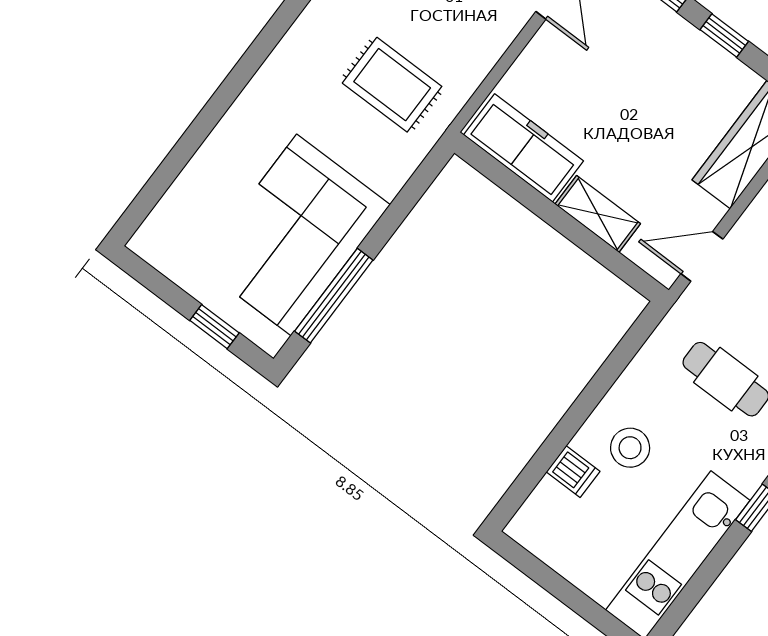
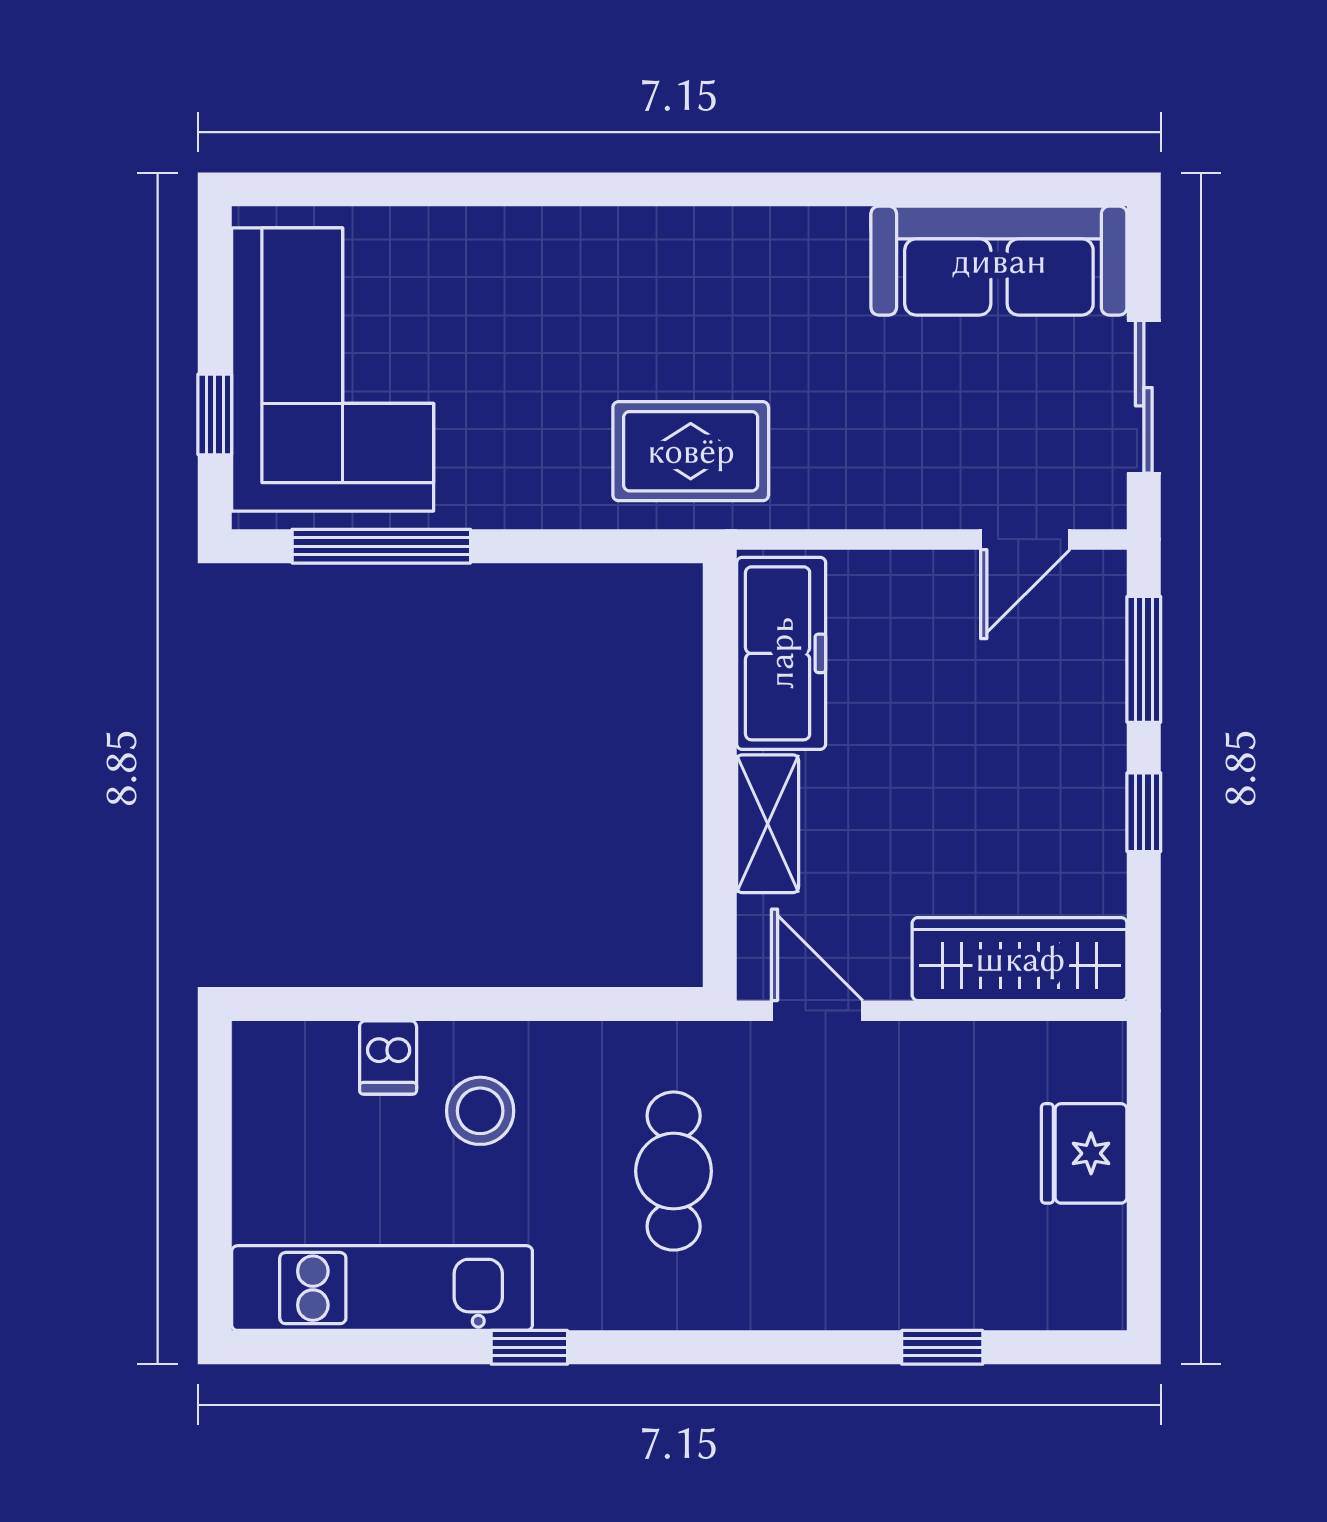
rug: (392, 85) -> (691, 451), moved, turned 90
corner sofa: (294, 235) -> (333, 369), moved, turned 90

